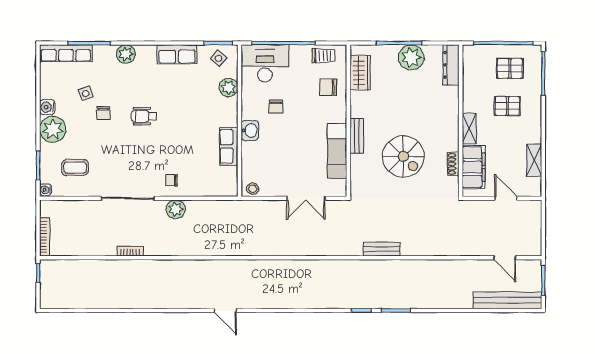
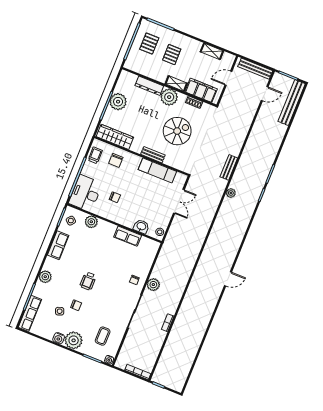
dresser: (451, 65) -> (149, 86), moved
wardrobe: (360, 73) -> (115, 137), width x1.50
plant: (446, 126) -> (169, 97), added
washbasin: (250, 130) -> (141, 226), moved
bench: (534, 230) -> (255, 69), added
plant: (347, 266) -> (231, 193), added

